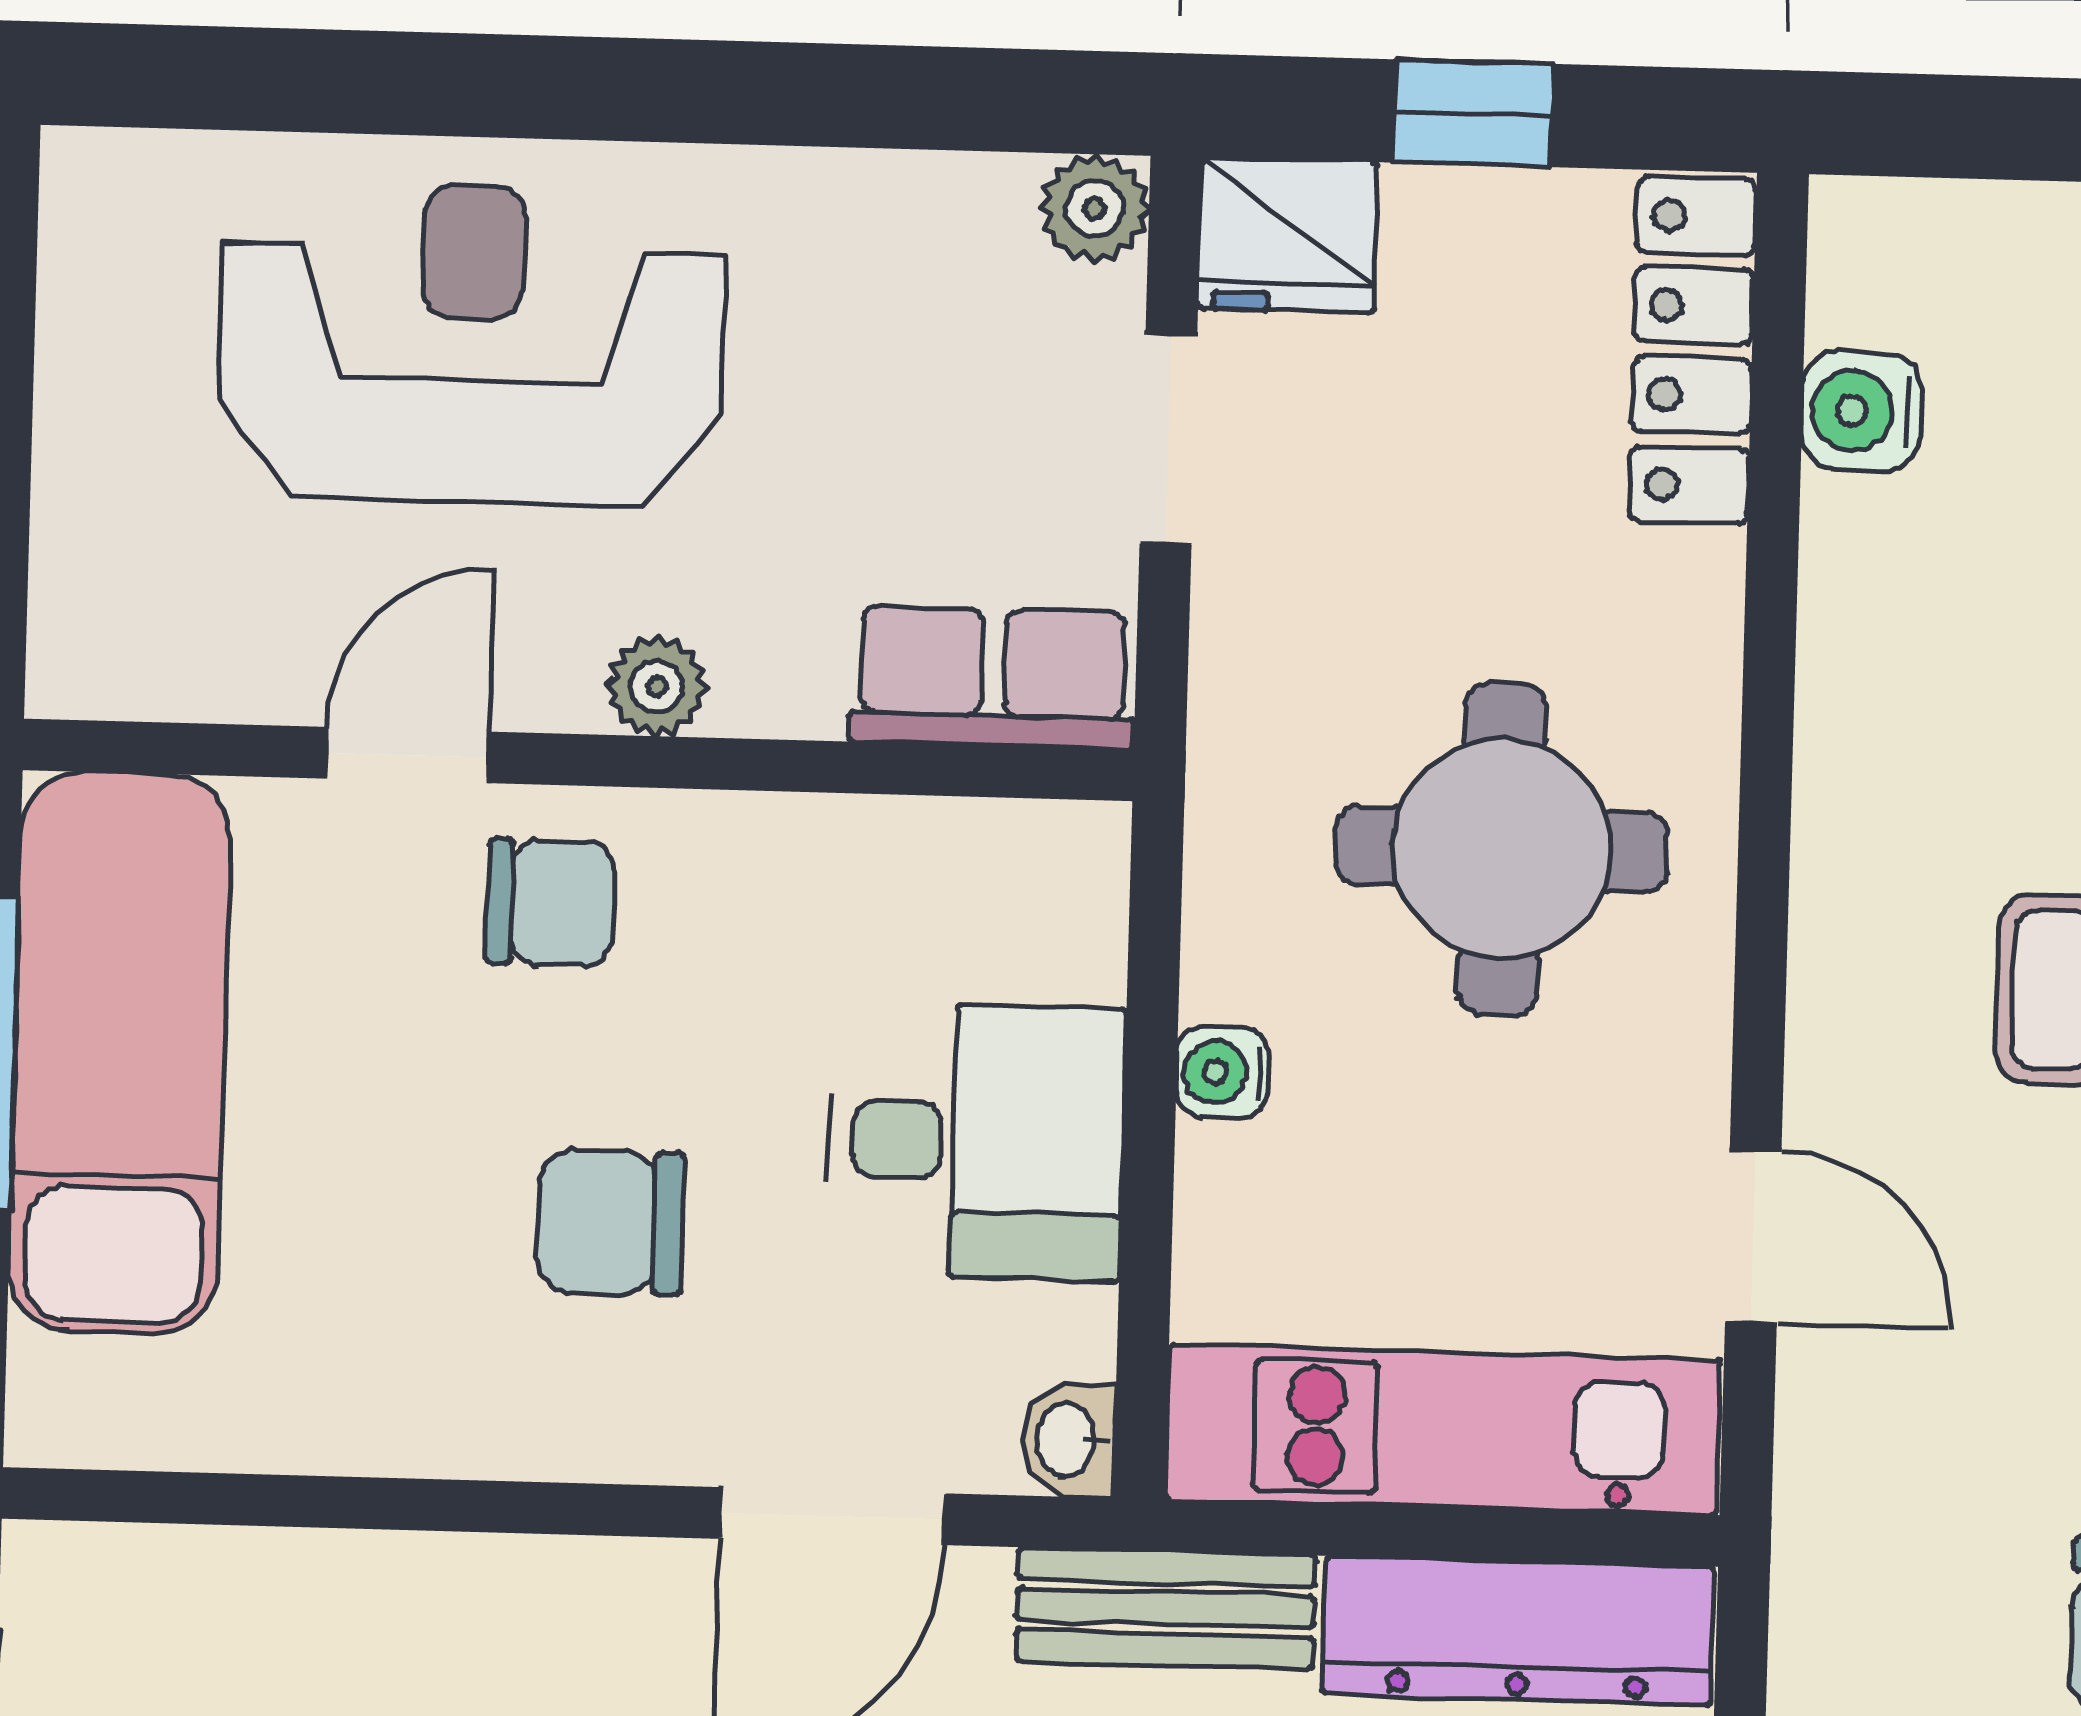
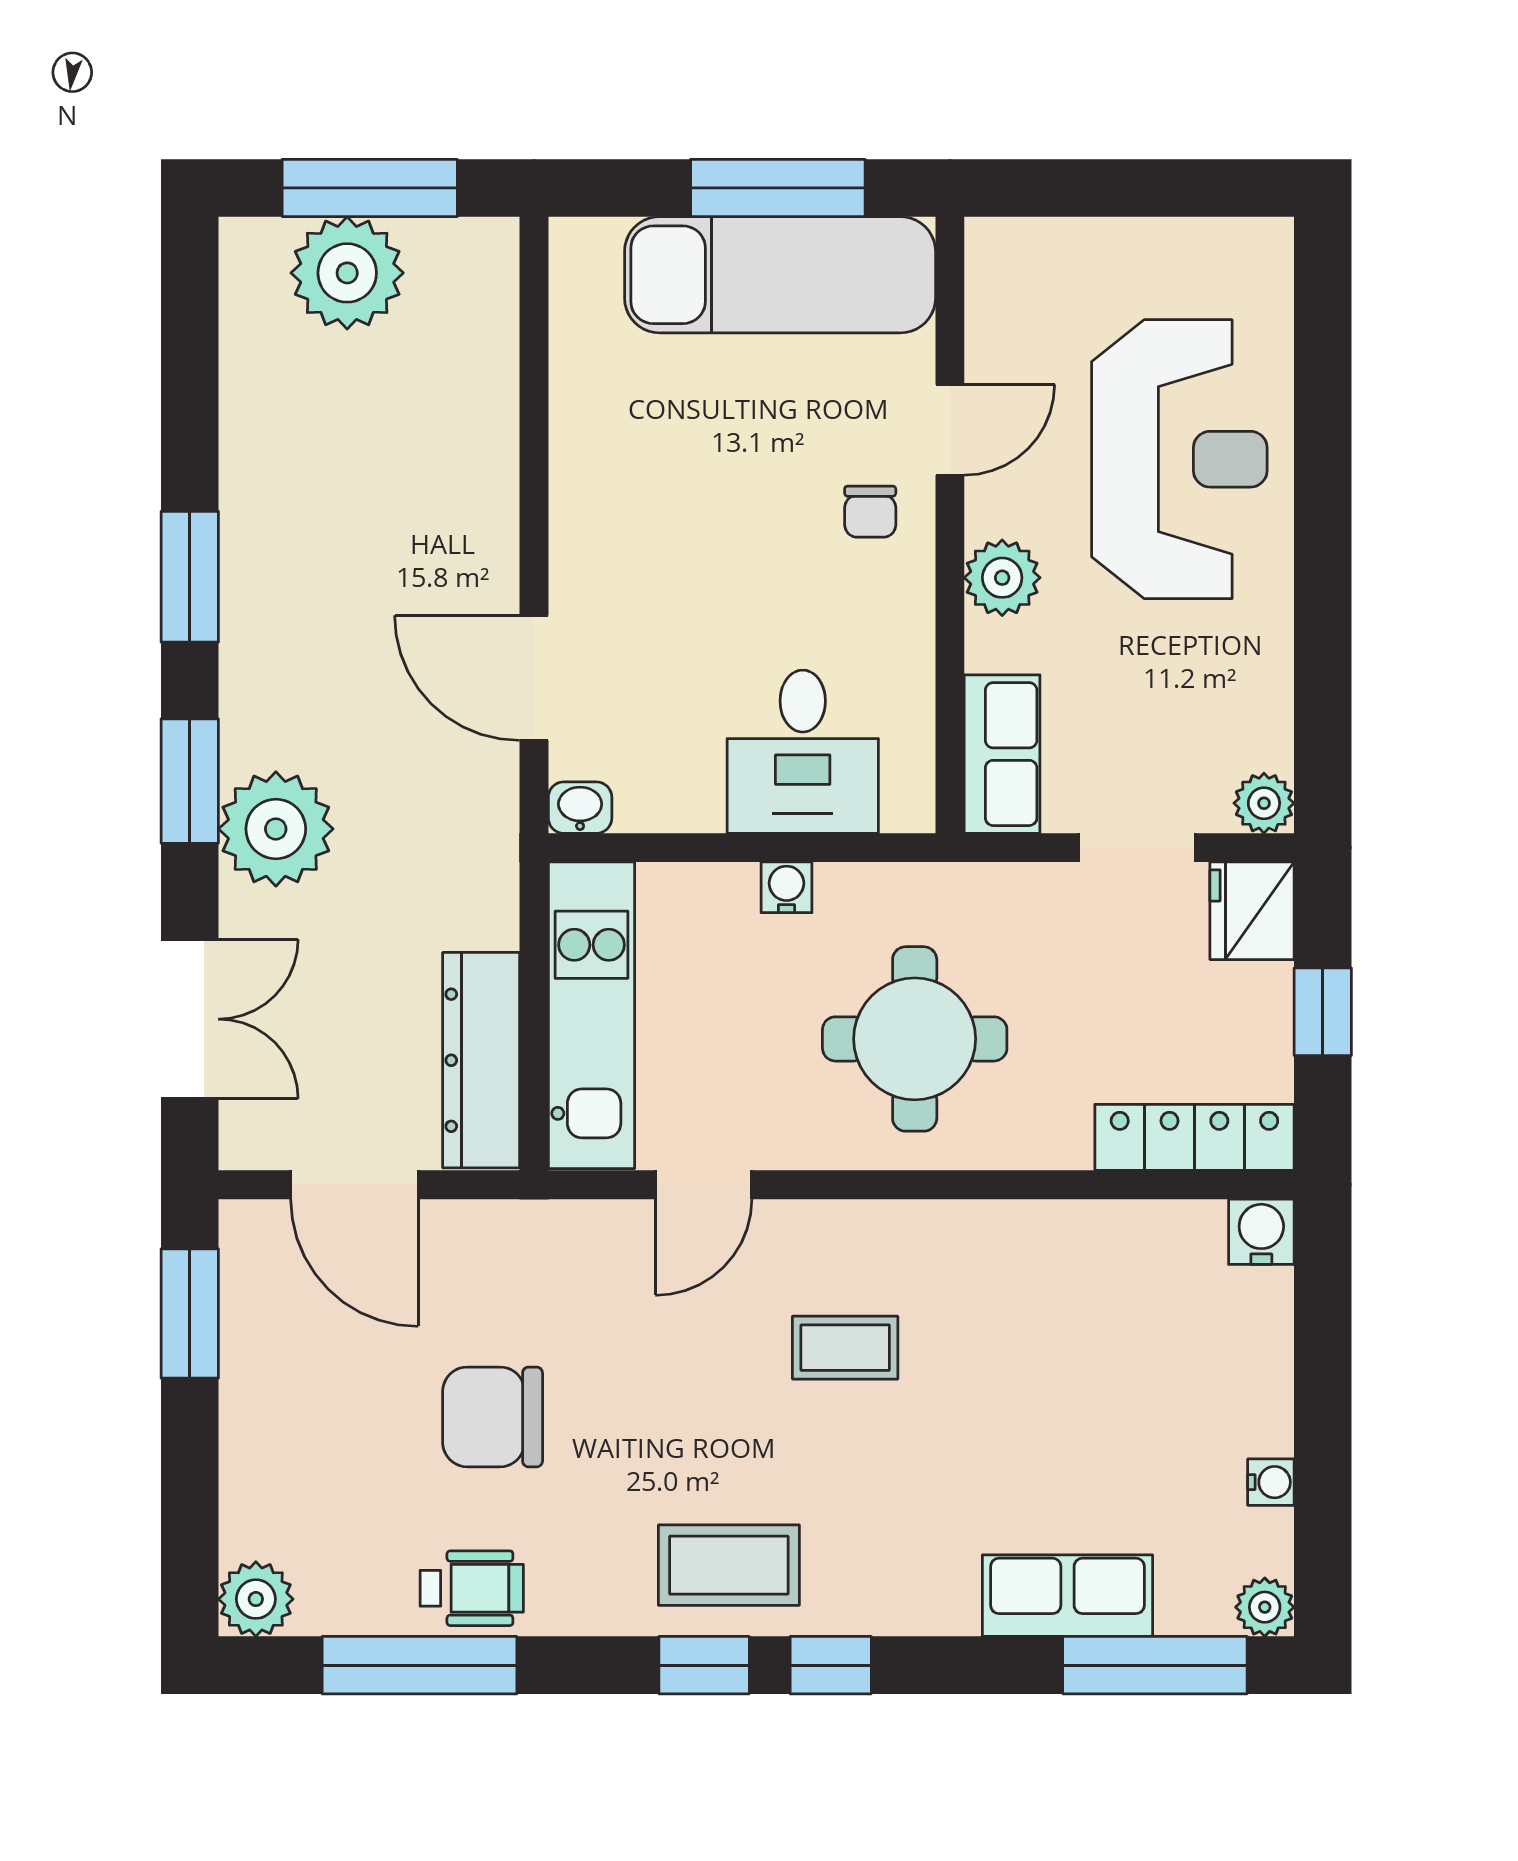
water cooler: (1861, 411) -> (1261, 1232), moved
plant: (657, 686) -> (1002, 578), width x1.38, depth x1.38
door: (407, 755) -> (950, 430), hinge flipped
chair: (550, 903) -> (870, 512), width x0.73, depth x0.73
desk: (976, 1141) -> (803, 752), moved
chair: (611, 1222) -> (694, 550), removed
bench: (1165, 1608) -> (488, 864), removed

